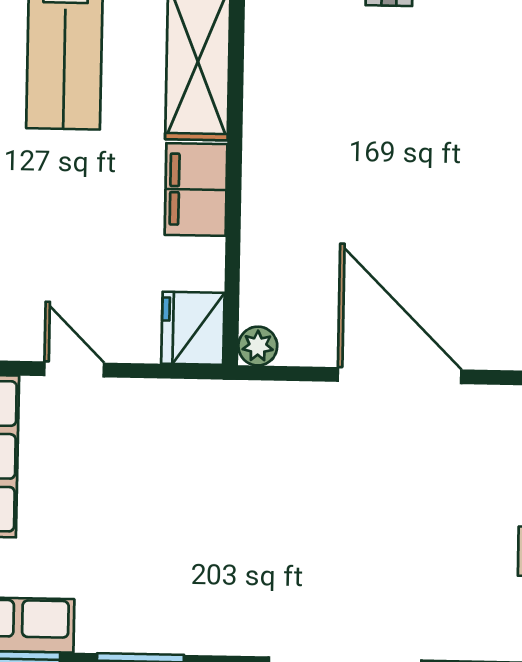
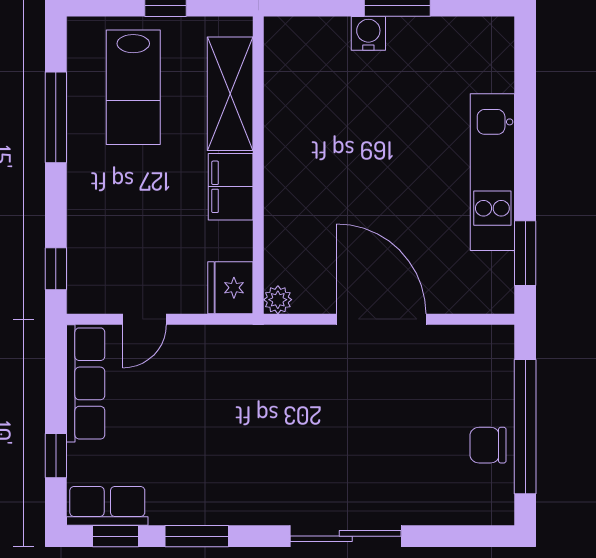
door: (74, 369) -> (145, 319), swing flipped

